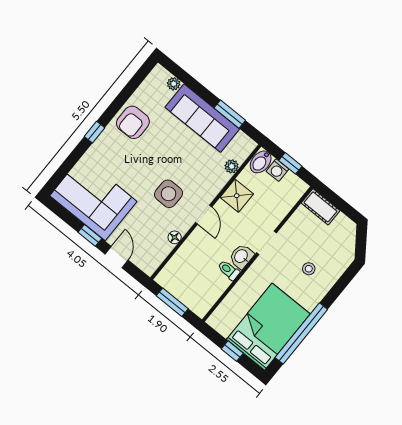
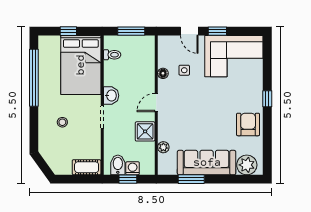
plant: (174, 84) -> (247, 165), width x1.88, depth x1.88
bidet: (261, 162) -> (118, 165), moved
side table: (169, 194) -> (184, 70), moved, width x0.54, depth x0.54
door: (204, 215) -> (156, 103), hinge flipped
toilet: (229, 270) -> (112, 55), moved
bed: (268, 327) -> (81, 65), moved

